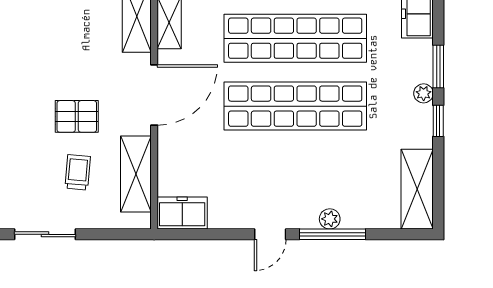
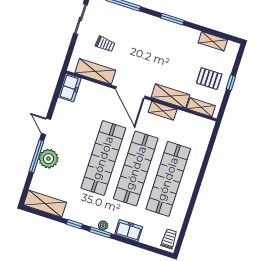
plant: (424, 93) -> (103, 226), moved
pallet: (77, 116) -> (132, 52), removed
plant: (330, 219) -> (48, 159), width x1.88, depth x1.88

